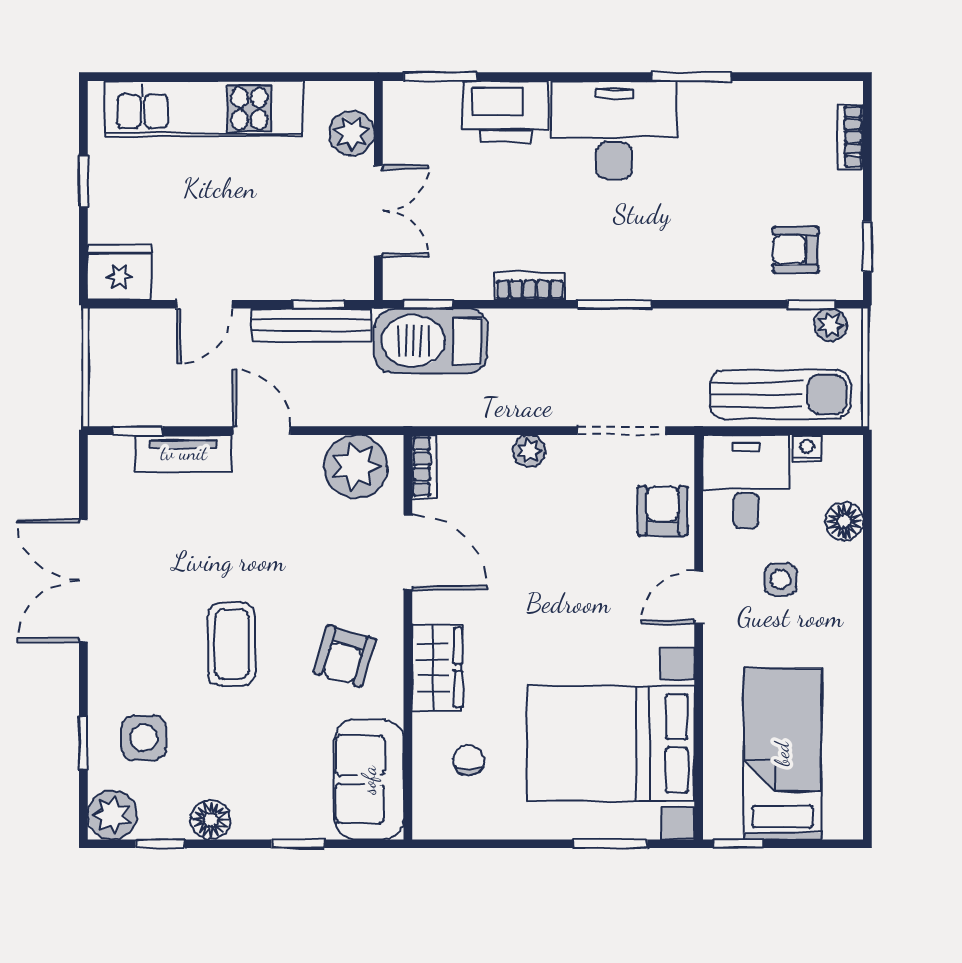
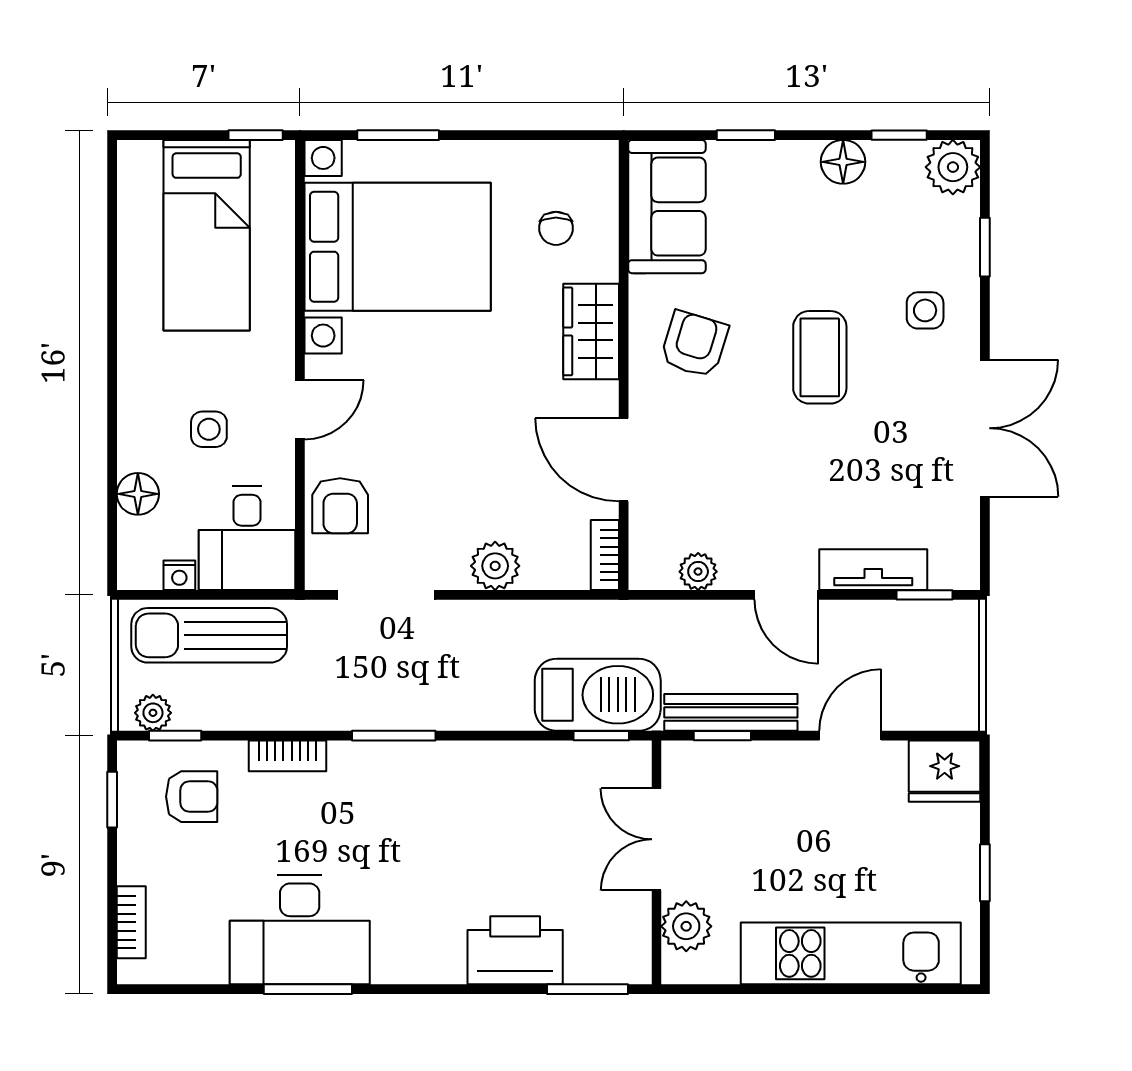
desk: (614, 130) -> (300, 929), moved
bookcase: (530, 286) -> (287, 756), moved
plant: (529, 451) -> (495, 566), width x1.38, depth x1.38
plant: (356, 466) -> (698, 572), width x0.53, depth x0.53
side table: (144, 738) -> (925, 310), moved, width x0.73, depth x0.73

